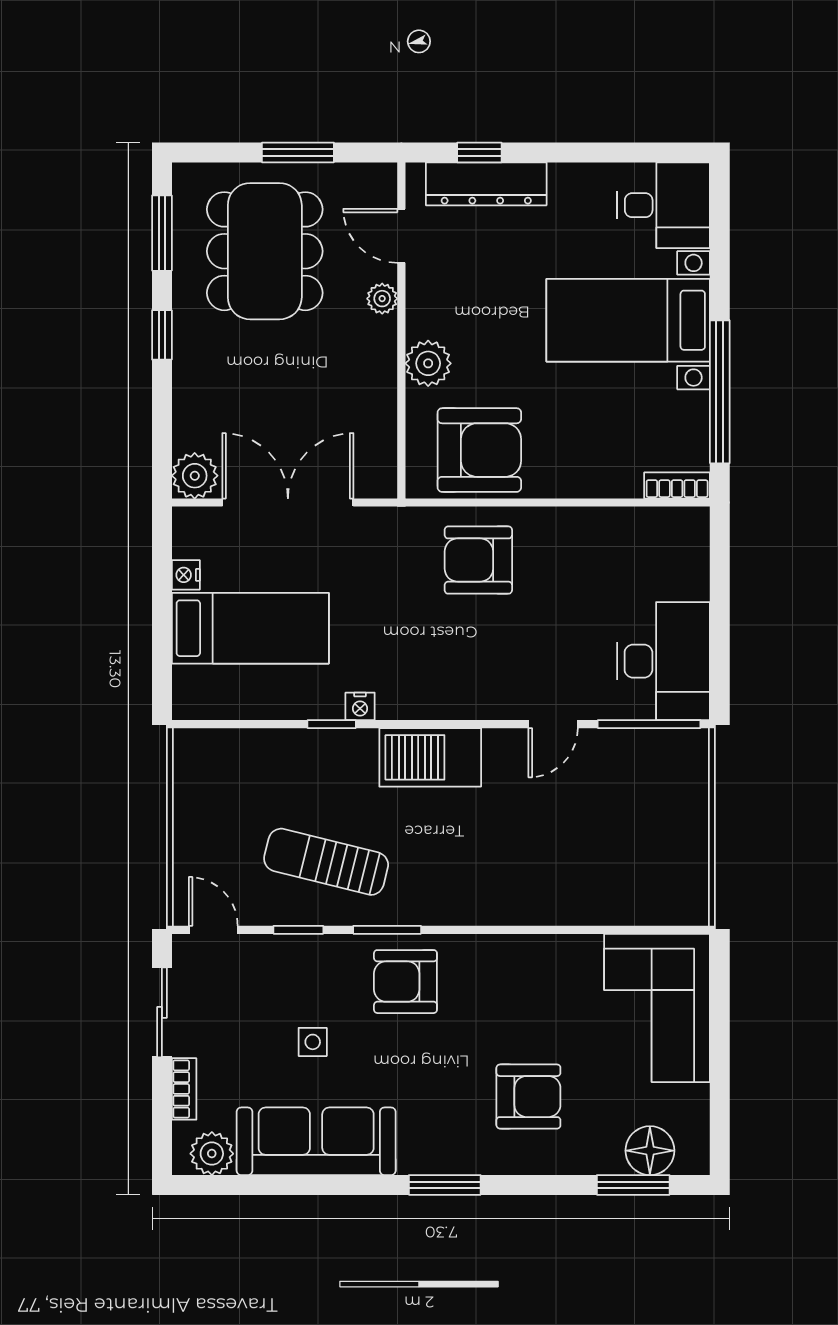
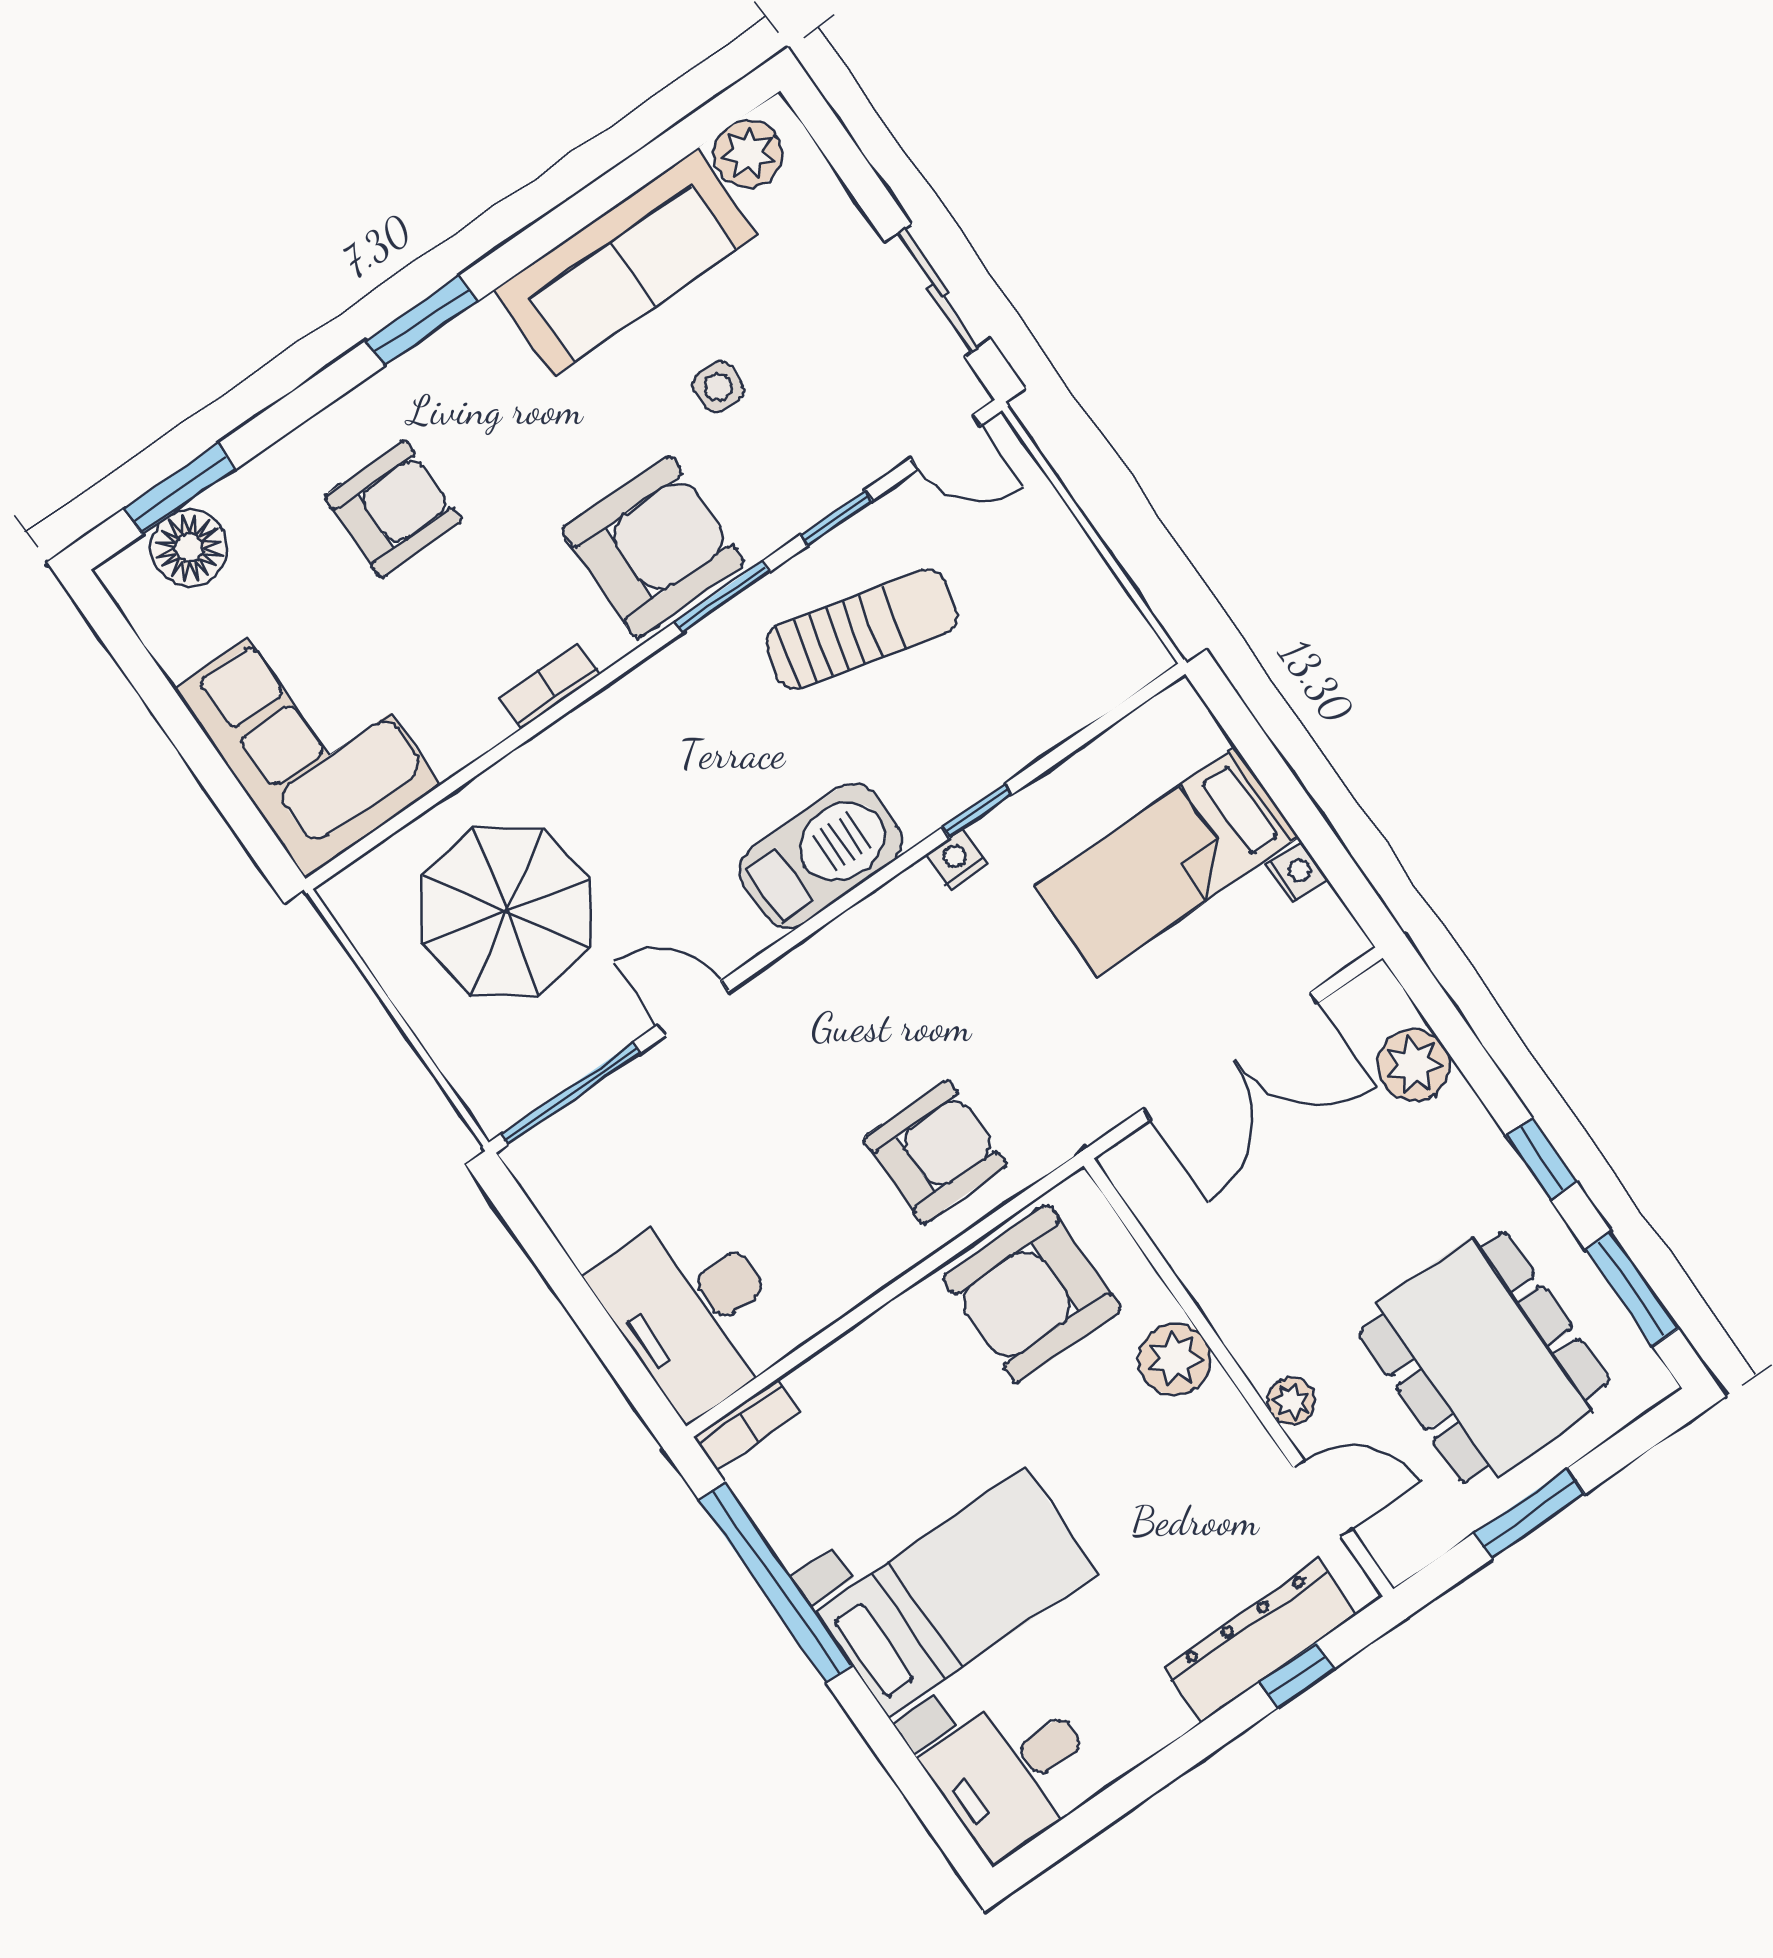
plant: (195, 476) -> (1414, 1065), moved
desk: (664, 661) -> (693, 1310), moved
door: (553, 724) -> (693, 1008), hinge flipped
parasol: (616, 843) -> (506, 912), added
armchair: (405, 982) -> (653, 547), width x1.36, depth x1.36
bookcase: (184, 1089) -> (549, 687), moved, turned 90
armchair: (528, 1097) -> (393, 509), turned 180

